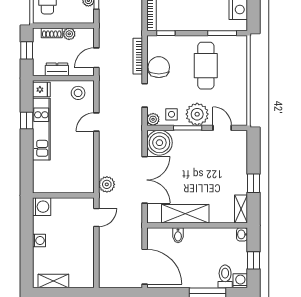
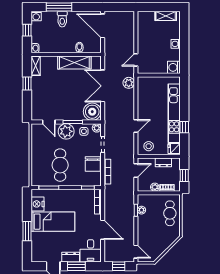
kitchen unit: (41, 129) -> (174, 113), width x1.36
toilet: (225, 276) -> (62, 19), moved

